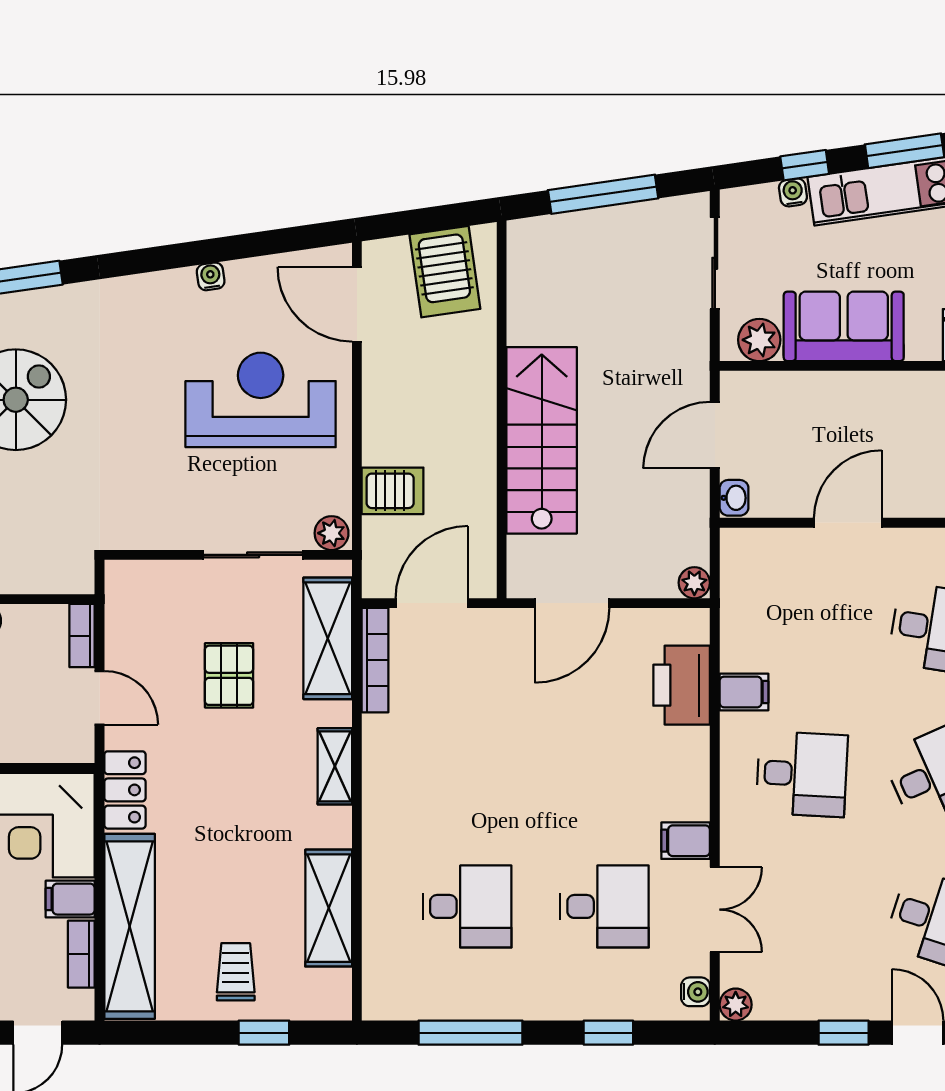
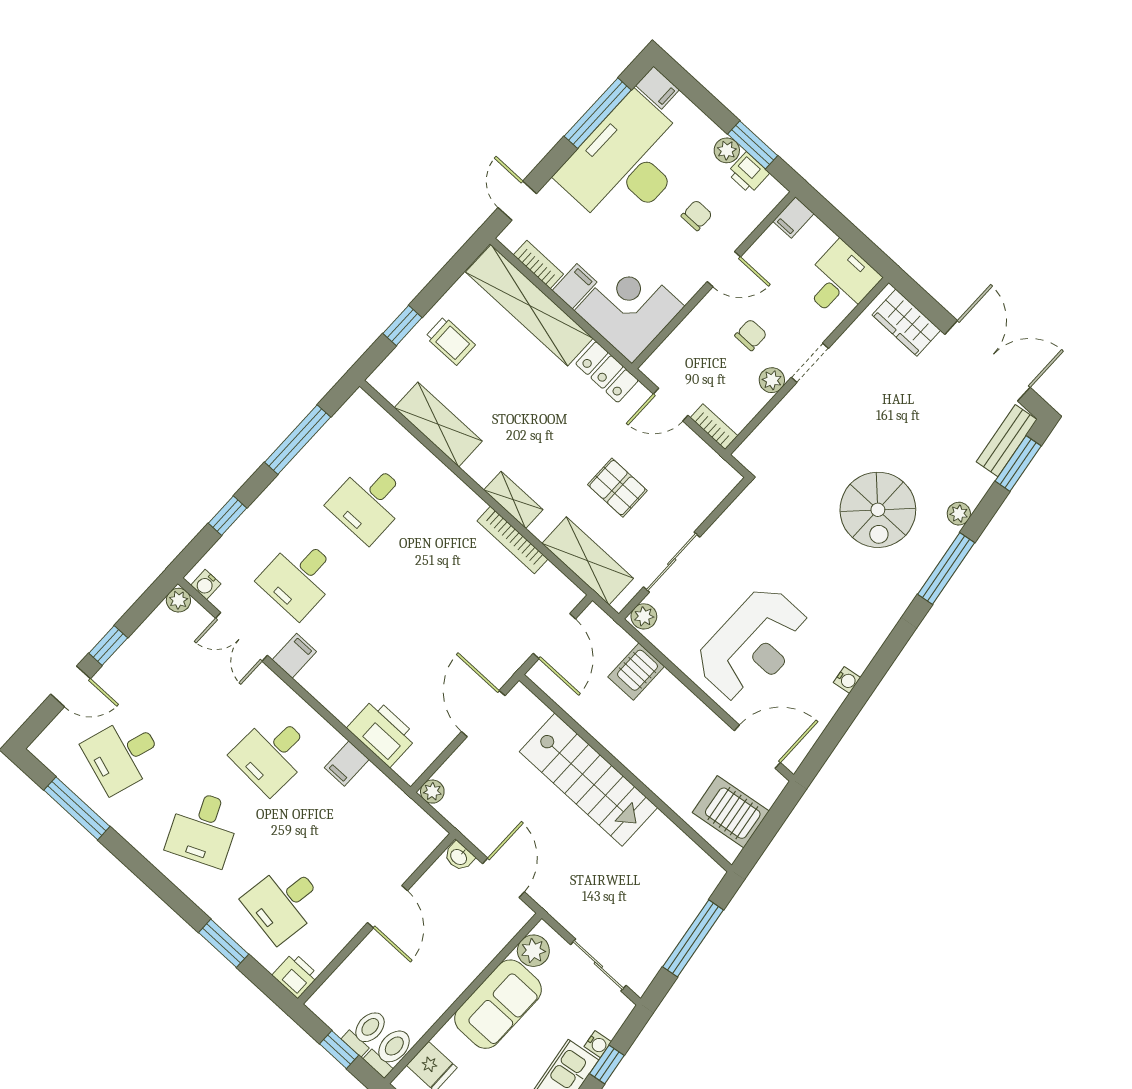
bookcase: (375, 660) -> (512, 540), moved

